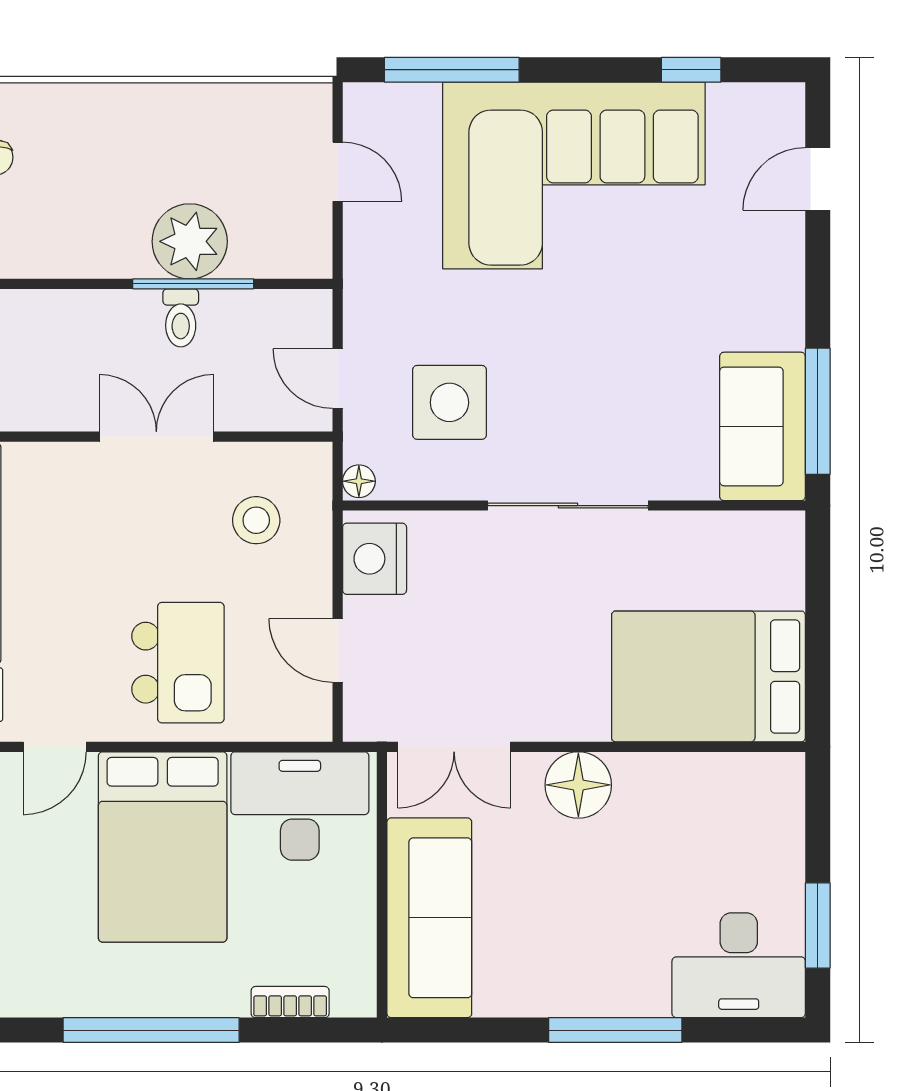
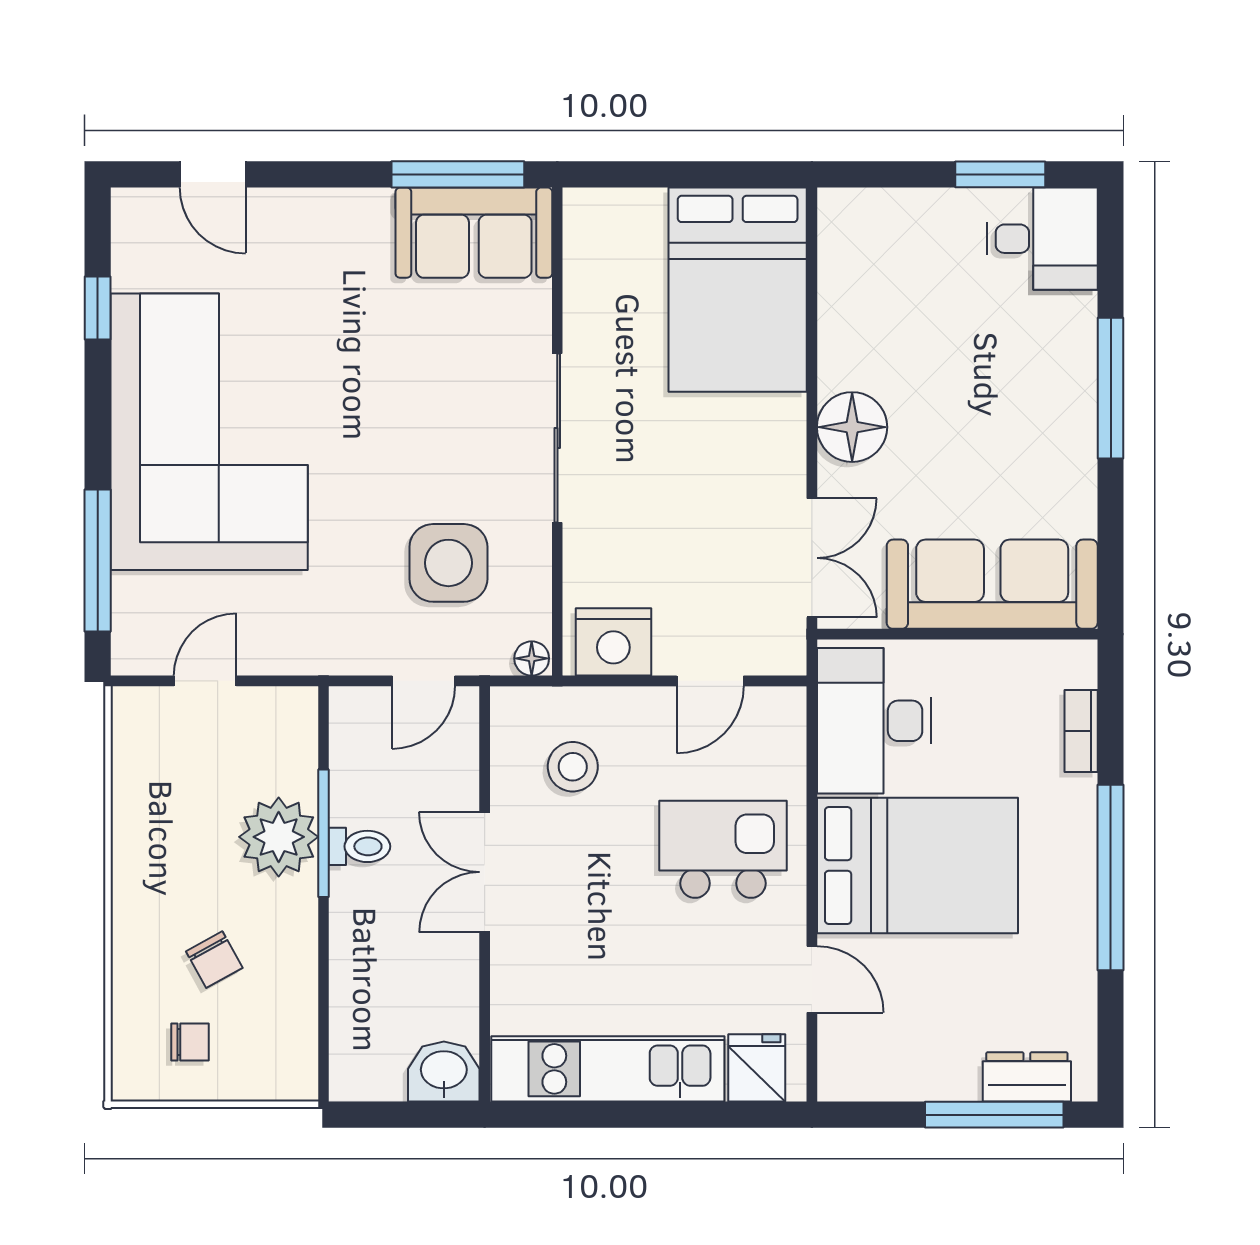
chair: (73, 180) -> (214, 960), added
desk: (739, 965) -> (1042, 239), width x0.73

